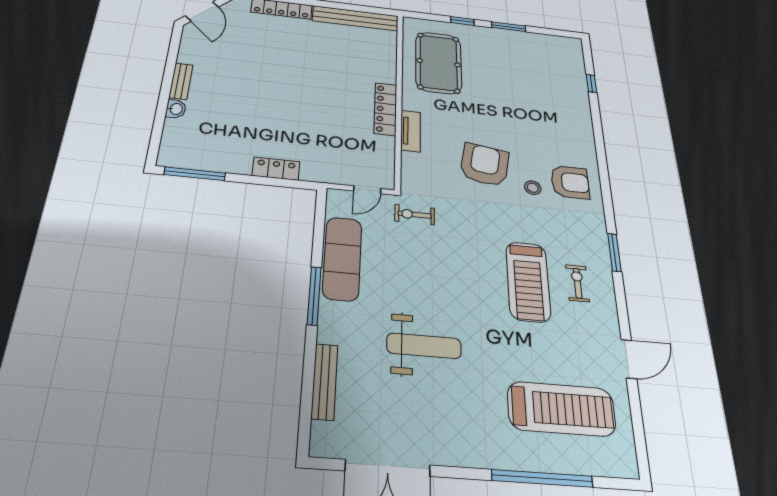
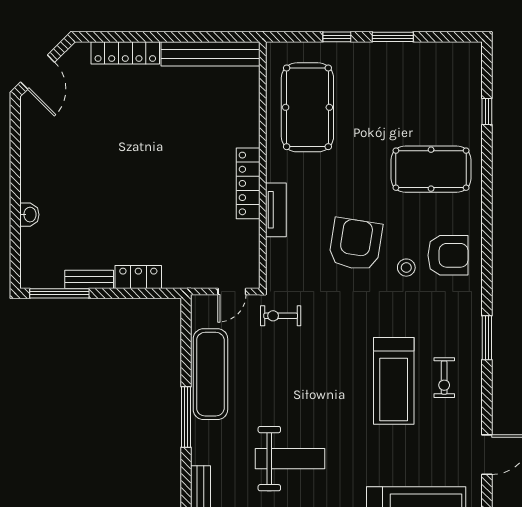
bench: (181, 81) -> (89, 279), moved, turned 90
pool table: (548, 117) -> (431, 169), added
exercise bike: (578, 283) -> (444, 378), turned 180

